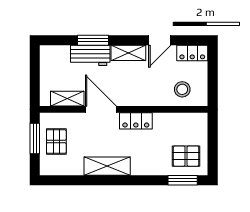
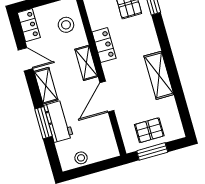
stool: (48, 67) -> (81, 158), added
shelving: (67, 99) -> (86, 63), moved
locker: (136, 121) -> (104, 45), moved

